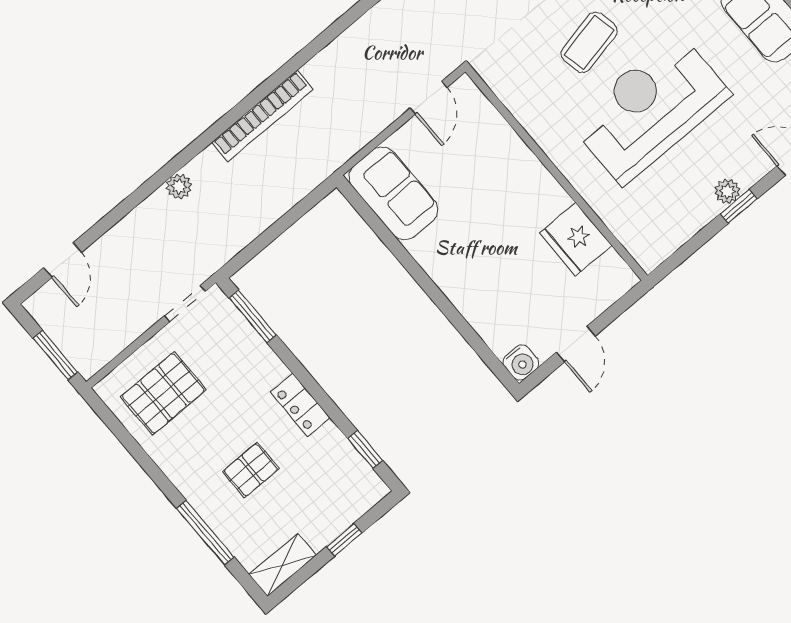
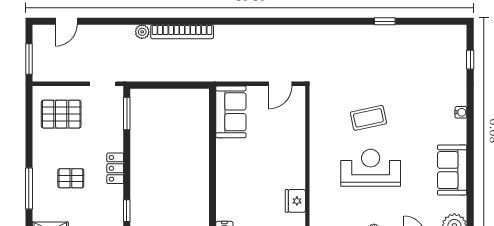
reception desk: (650, 108) -> (371, 168), width x0.74, depth x0.77
bookcase: (262, 116) -> (182, 32), moved
fridge: (576, 239) -> (295, 201), width x0.73, depth x0.75

